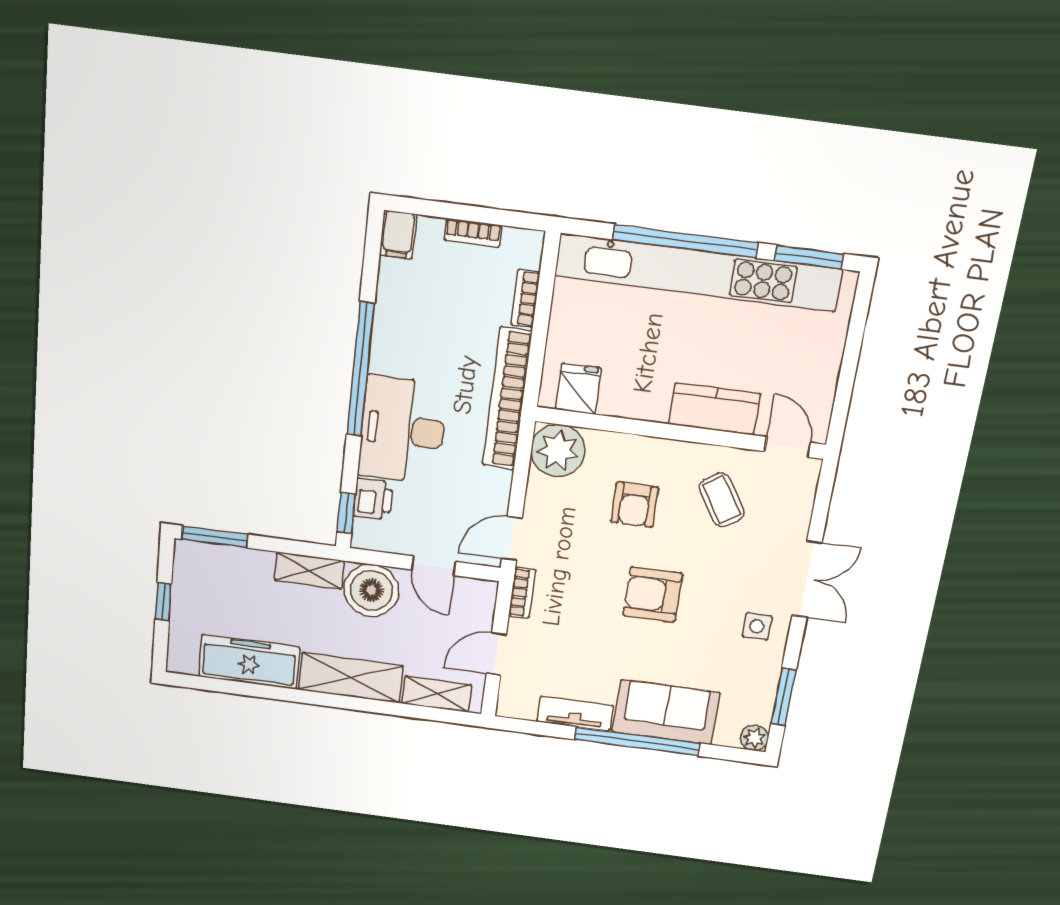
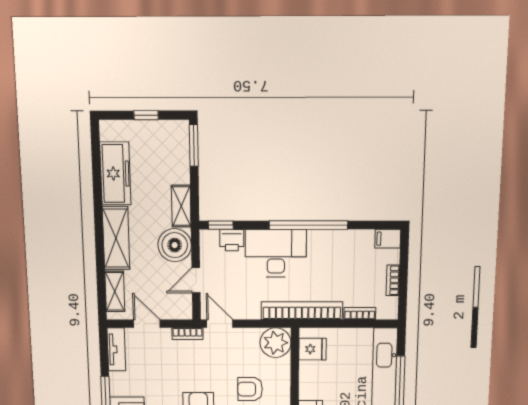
tv unit: (575, 714) -> (116, 349), moved

